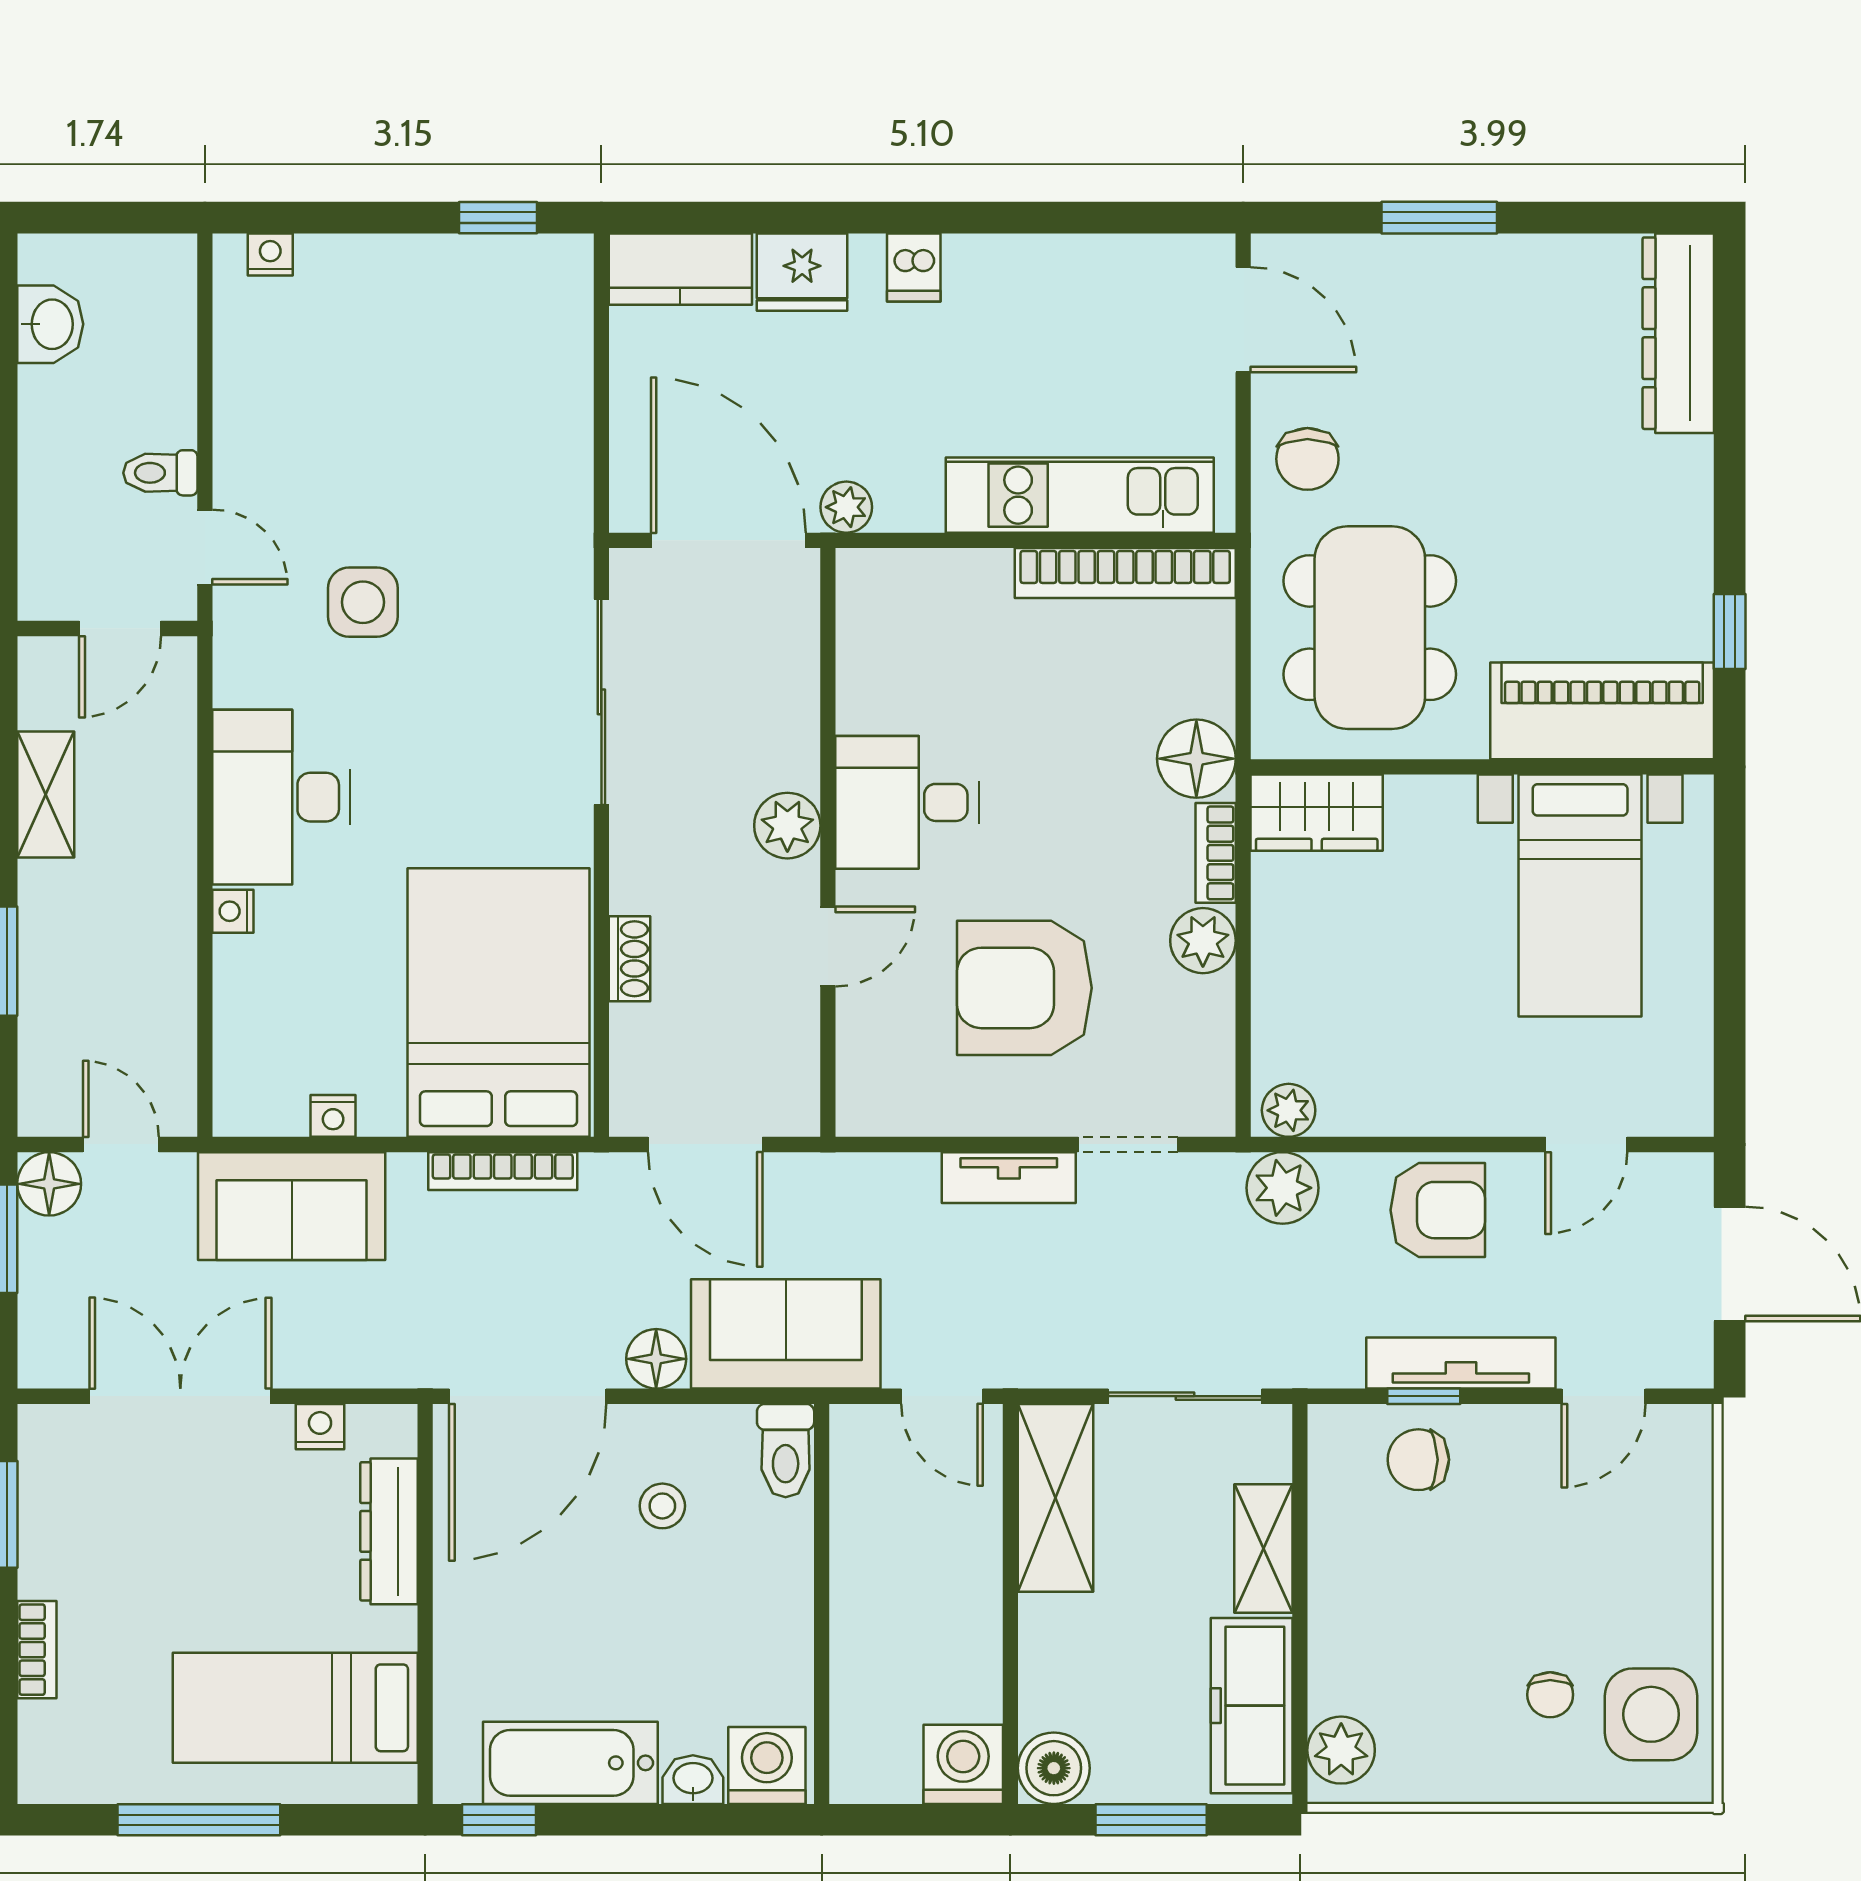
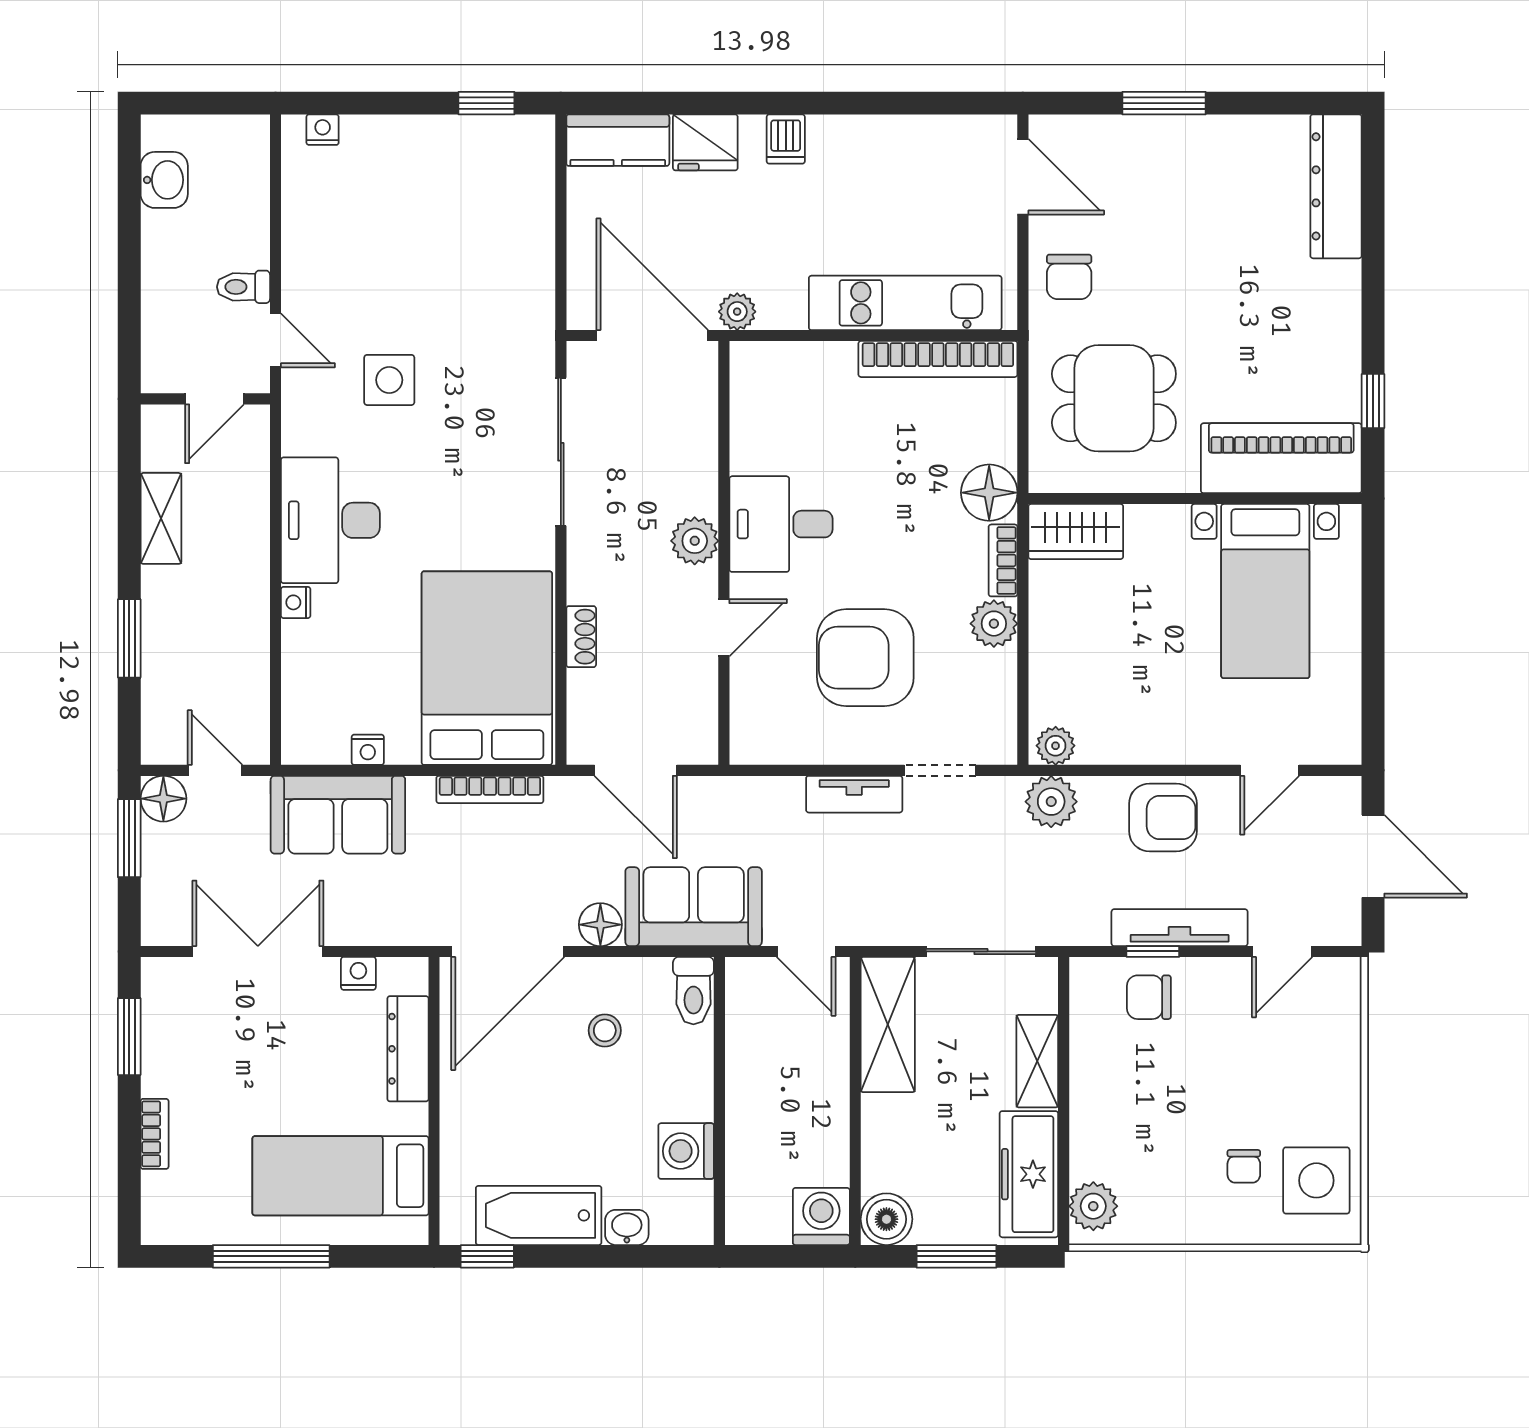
dining table: (1370, 628) -> (1114, 398), width x0.73
washing machine: (767, 1765) -> (686, 1151), moved, turned -90

